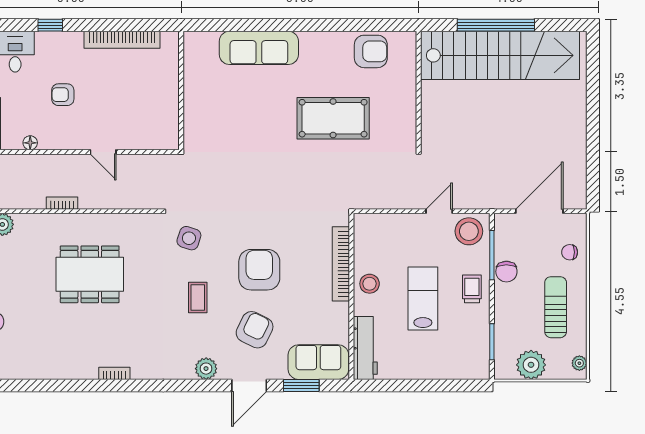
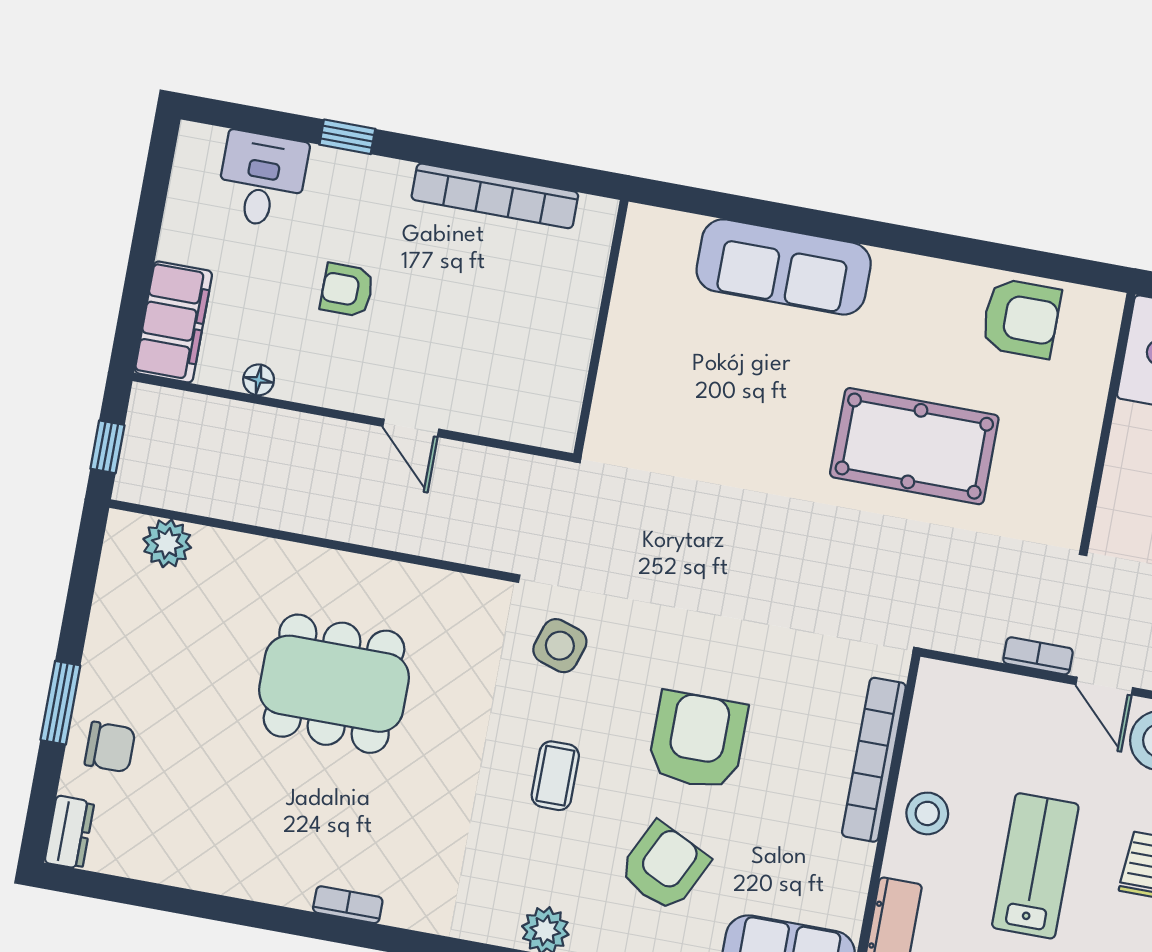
bookcase: (62, 203) -> (1038, 656), moved
door: (439, 211) -> (1104, 686), swing flipped

